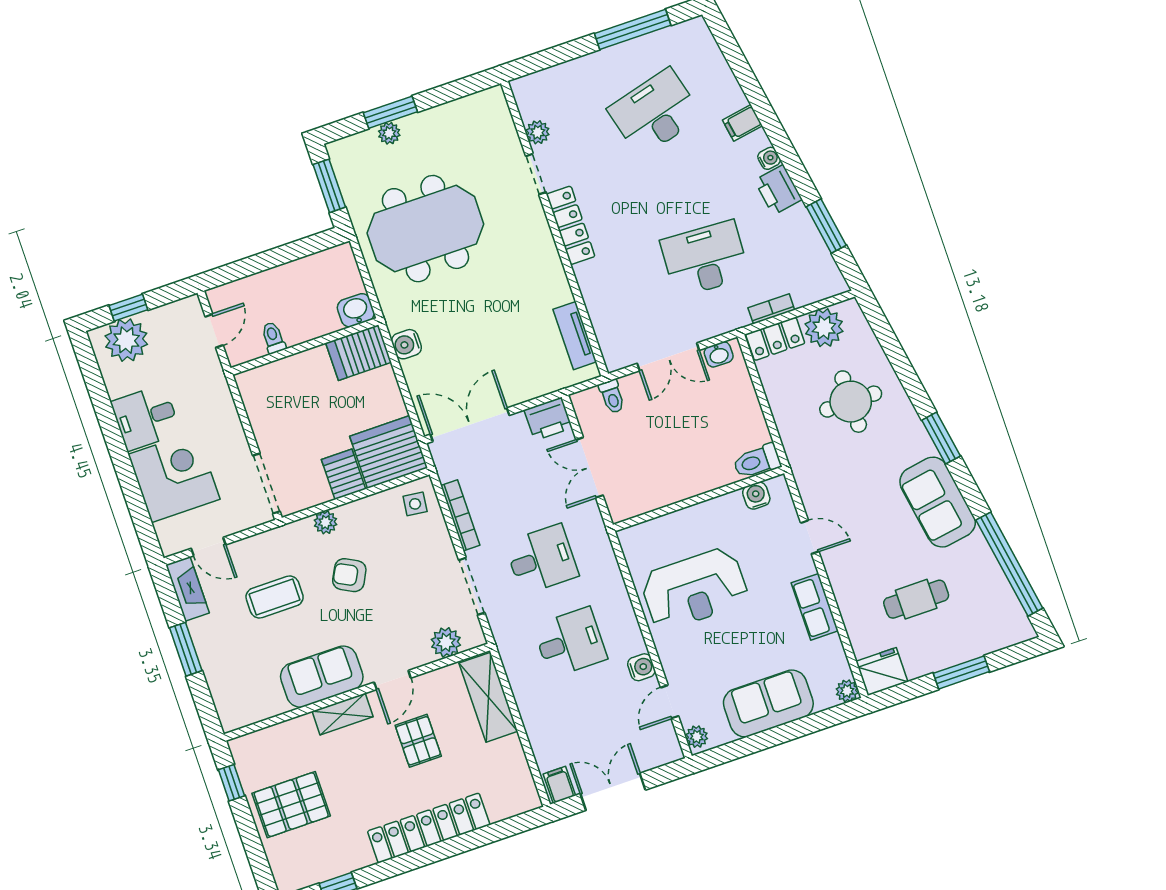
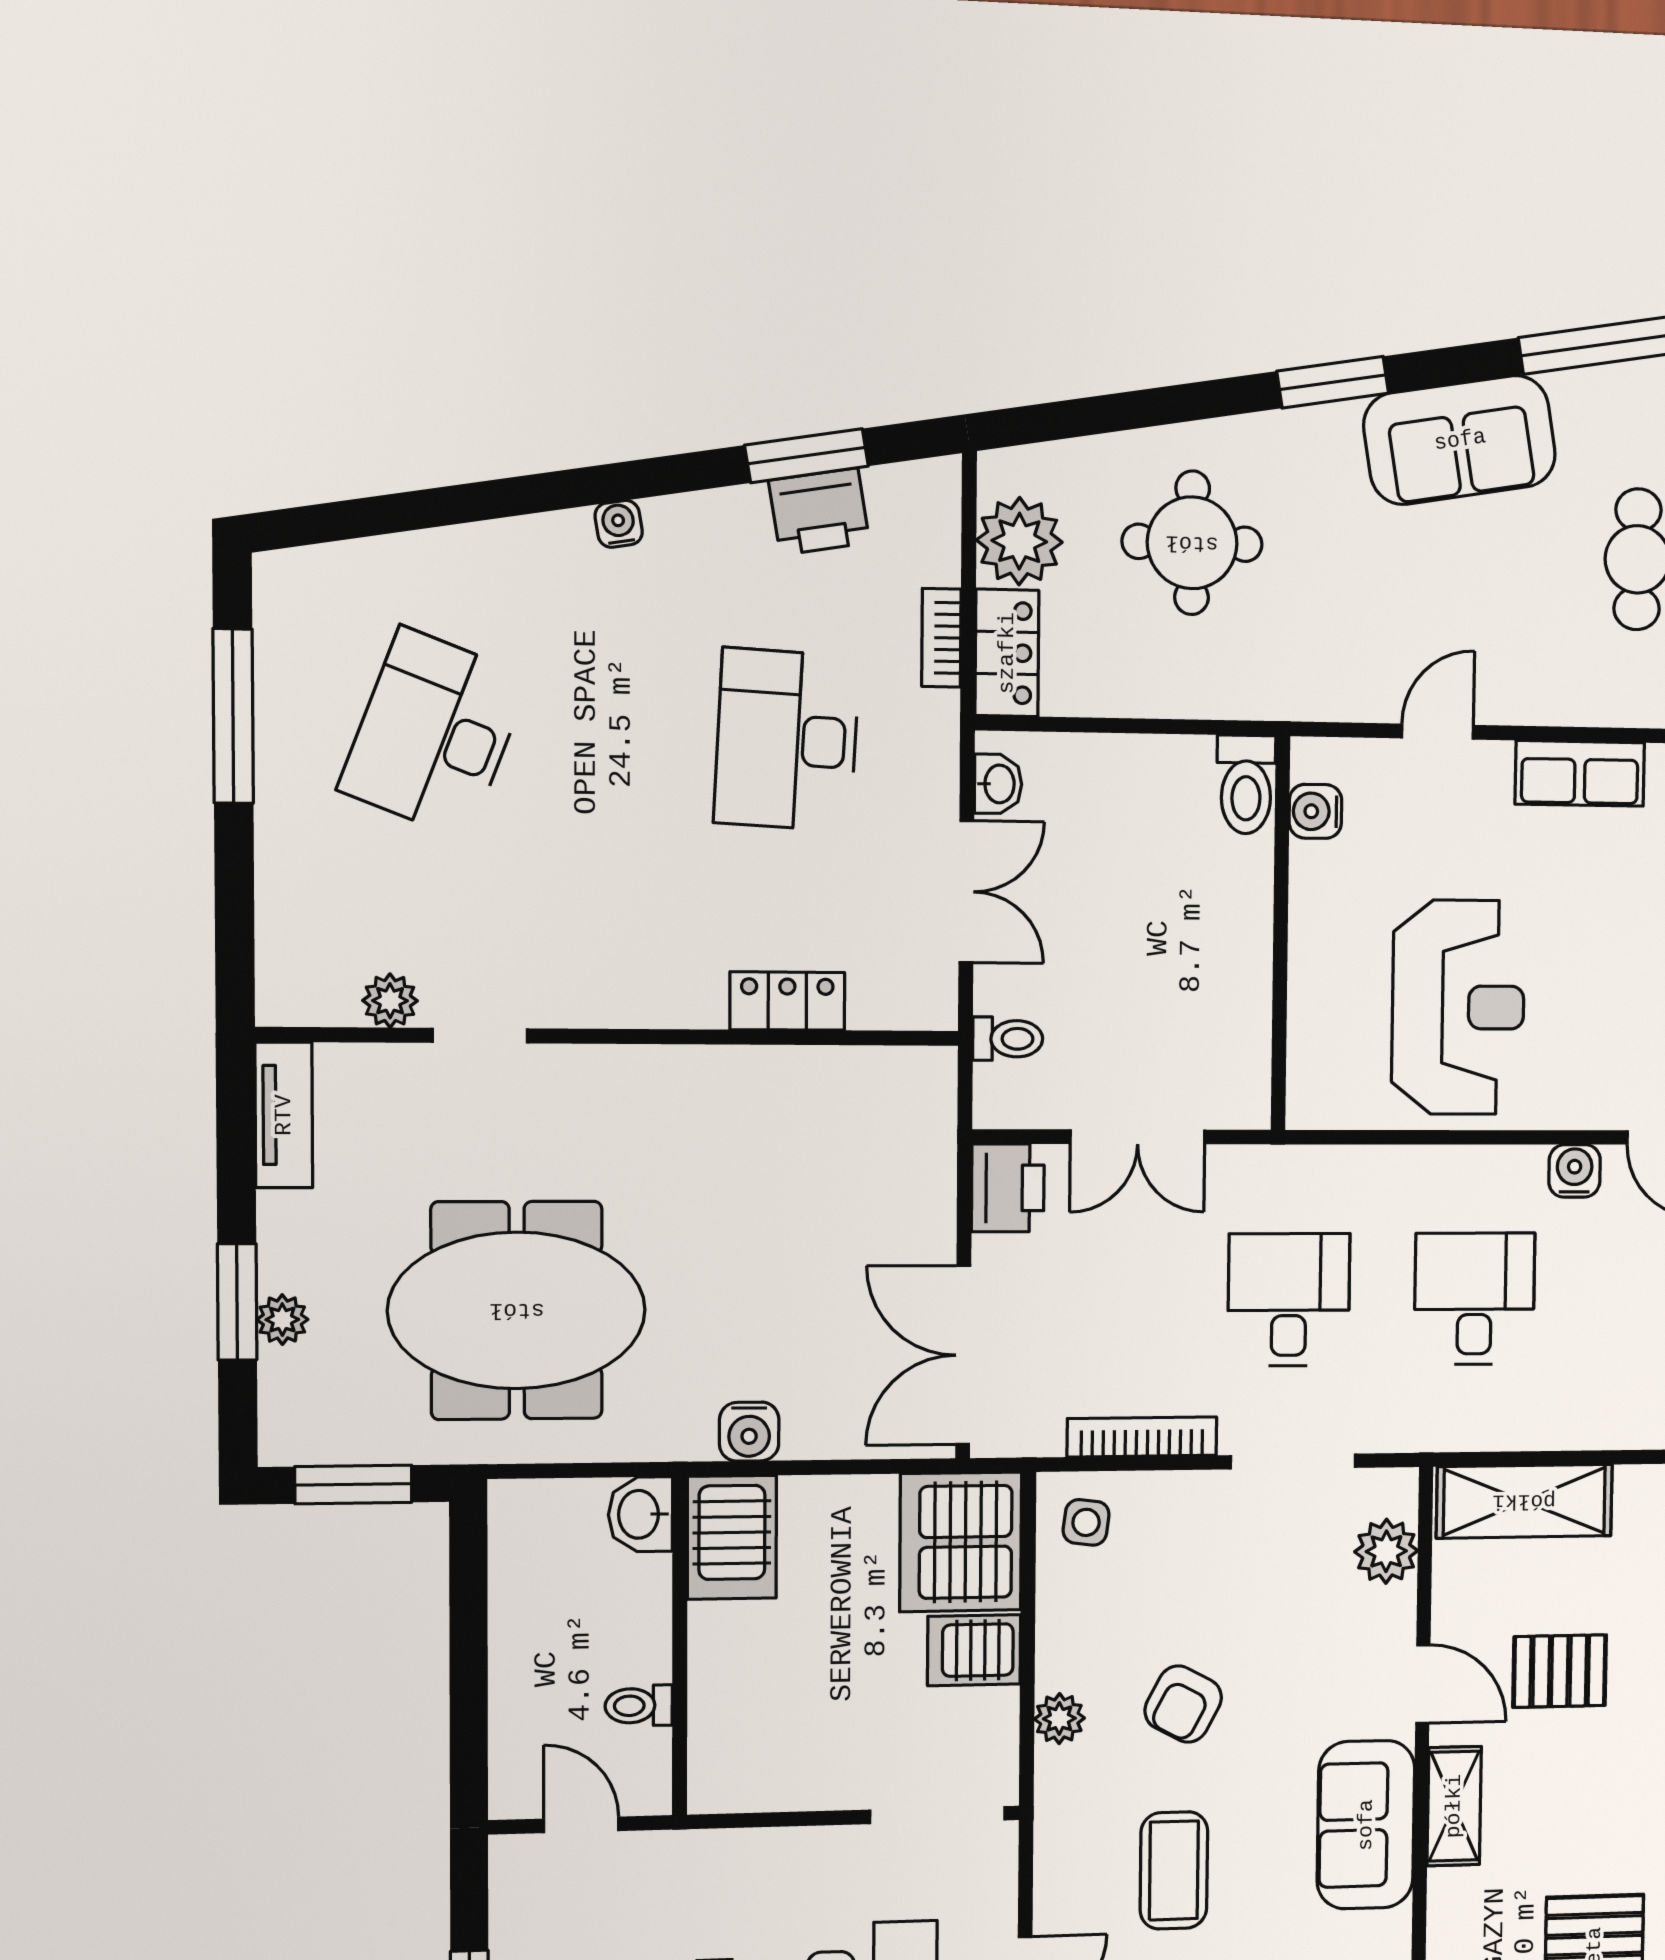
desk: (655, 113) -> (434, 733), turned 36
filing cabinet: (742, 123) -> (522, 553), removed
printer: (778, 190) -> (819, 512), moved
locker: (571, 225) -> (787, 1001), moved, width x0.66
meeting table: (425, 229) -> (517, 1310), turned 90
tv unit: (575, 336) -> (284, 1115), moved, turned -90

